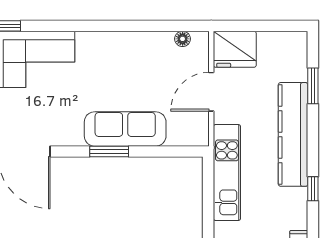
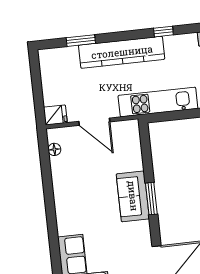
fridge: (235, 49) -> (55, 115), width x0.53, depth x0.75
sofa: (125, 129) -> (133, 196), width x0.73

